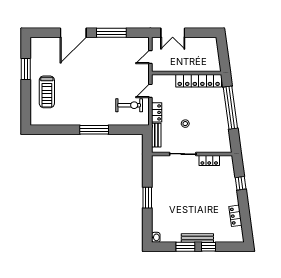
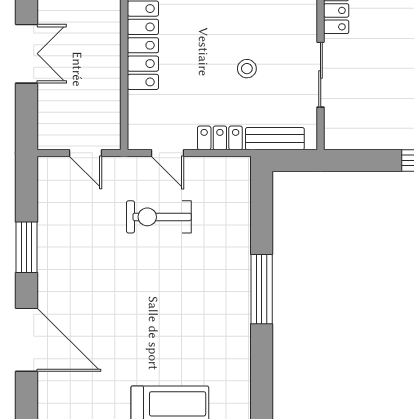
window: (111, 33) -> (27, 247), width x0.69
double door: (173, 33) -> (27, 54), moved
exercise bike: (129, 105) -> (159, 217), moved, turned -90

